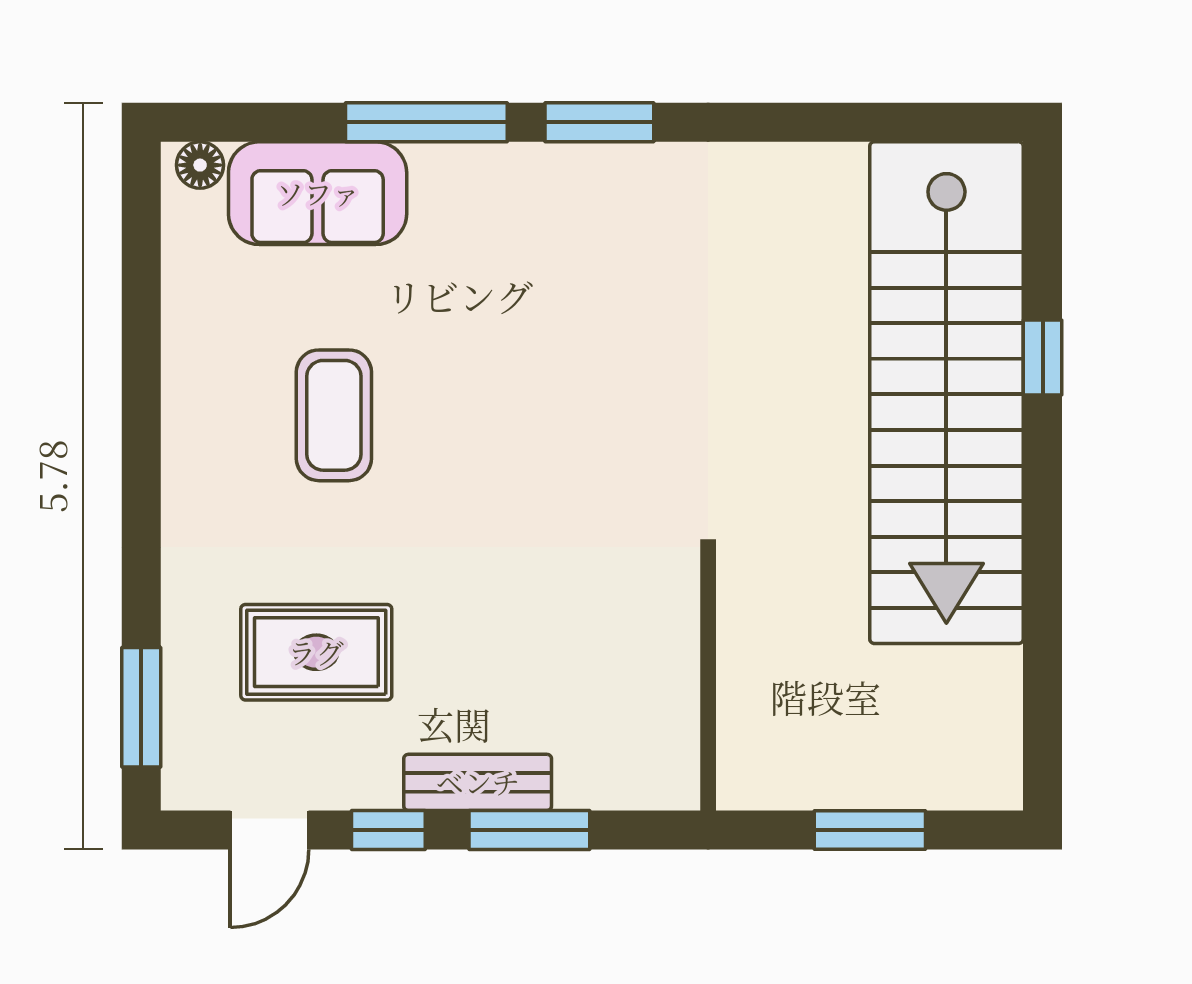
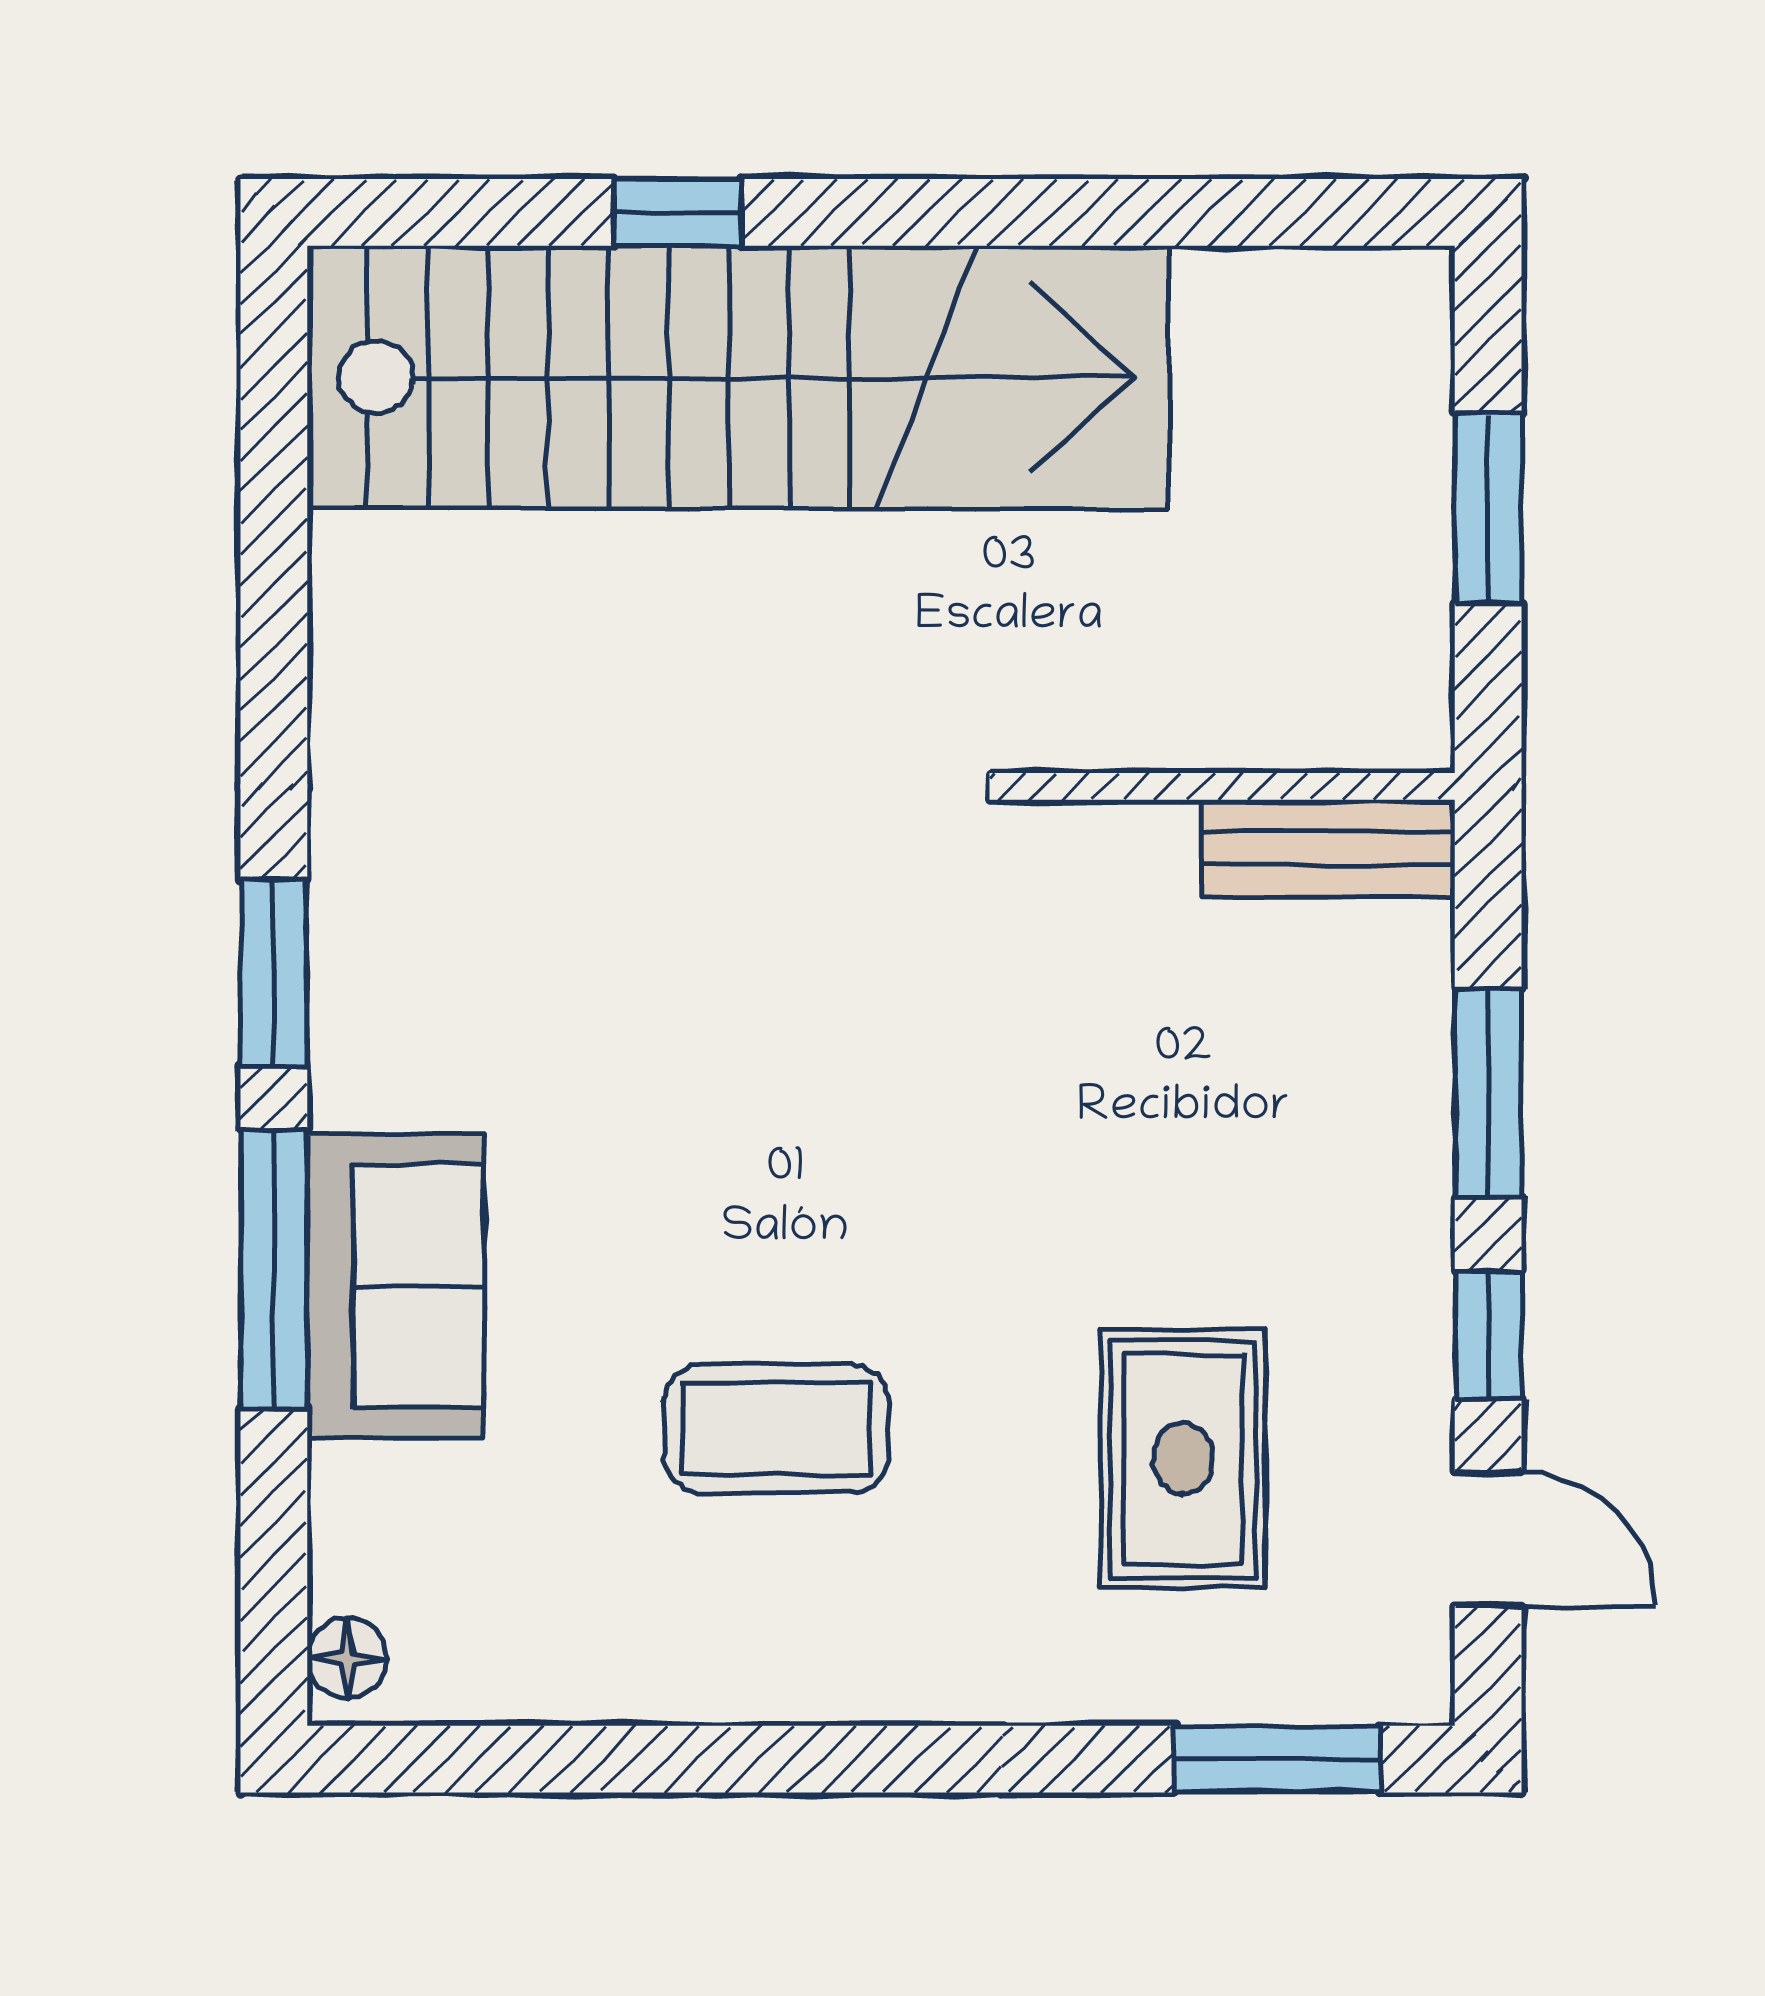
sofa: (318, 193) -> (395, 1286), moved
bench: (478, 782) -> (1328, 848), moved, turned 90

